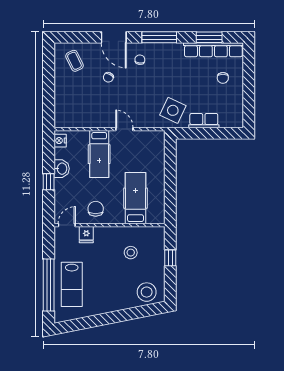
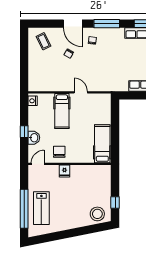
side table: (173, 110) -> (117, 78), removed
washbasin: (62, 169) -> (34, 138), moved
hospital bed: (135, 198) -> (102, 144), moved
fridge: (86, 235) -> (64, 171), moved
stool: (131, 253) -> (85, 184), removed
window: (170, 258) -> (115, 202), moved

